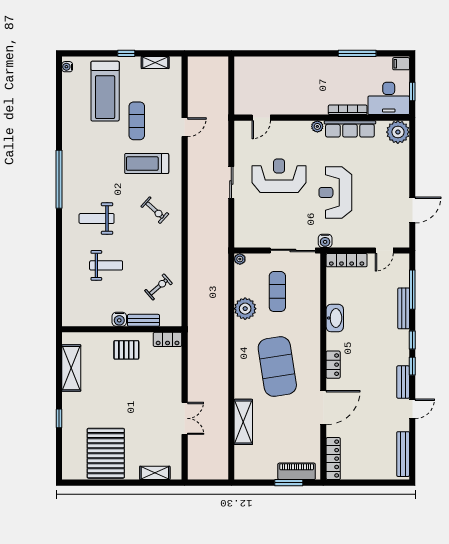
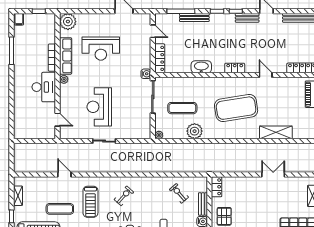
desk: (389, 98) -> (44, 87), moved
reception desk: (335, 192) -> (101, 49), moved
door: (323, 408) -> (266, 75), width x0.53

